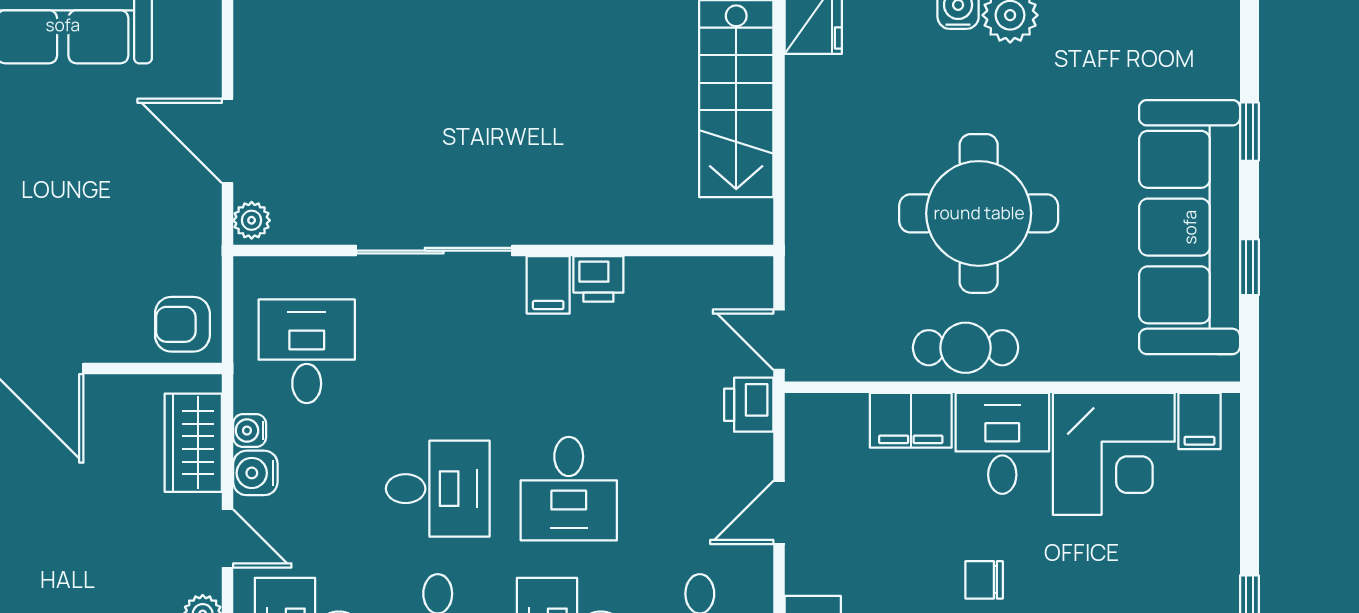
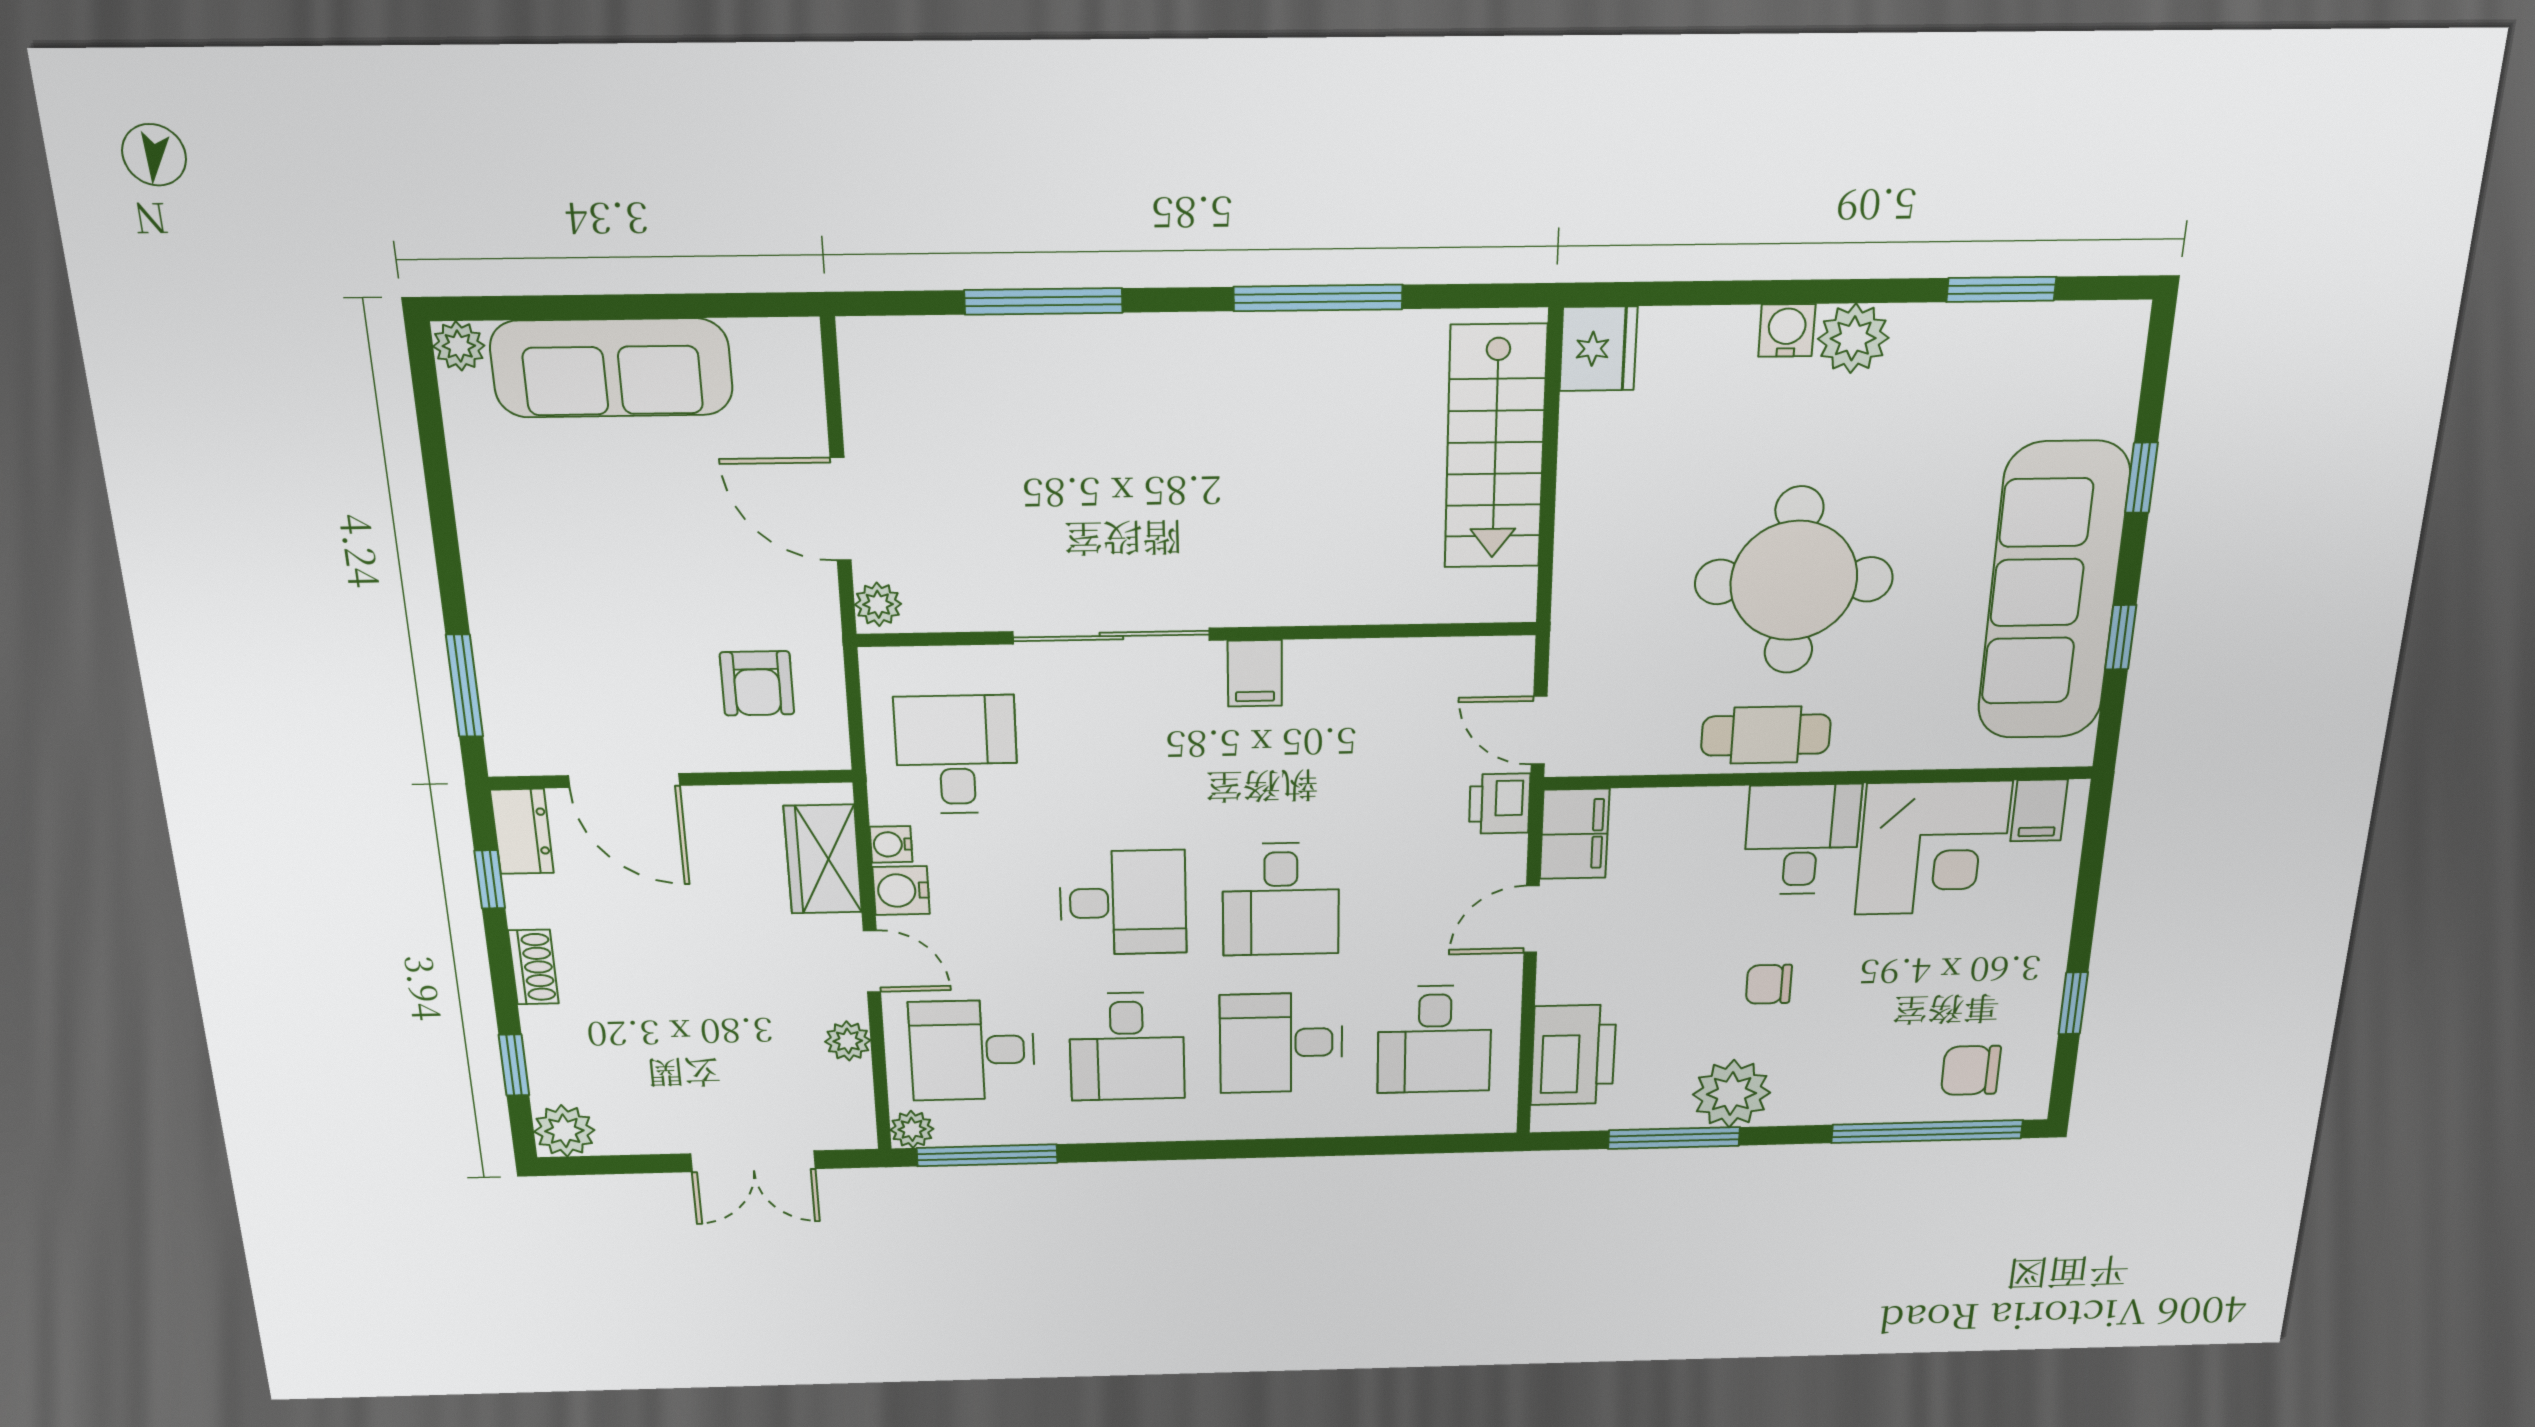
printer: (598, 279) -> (1318, 665), removed
armchair: (182, 324) -> (757, 683), moved, turned -90
filing cabinet: (911, 420) -> (1575, 834), moved, turned -90

